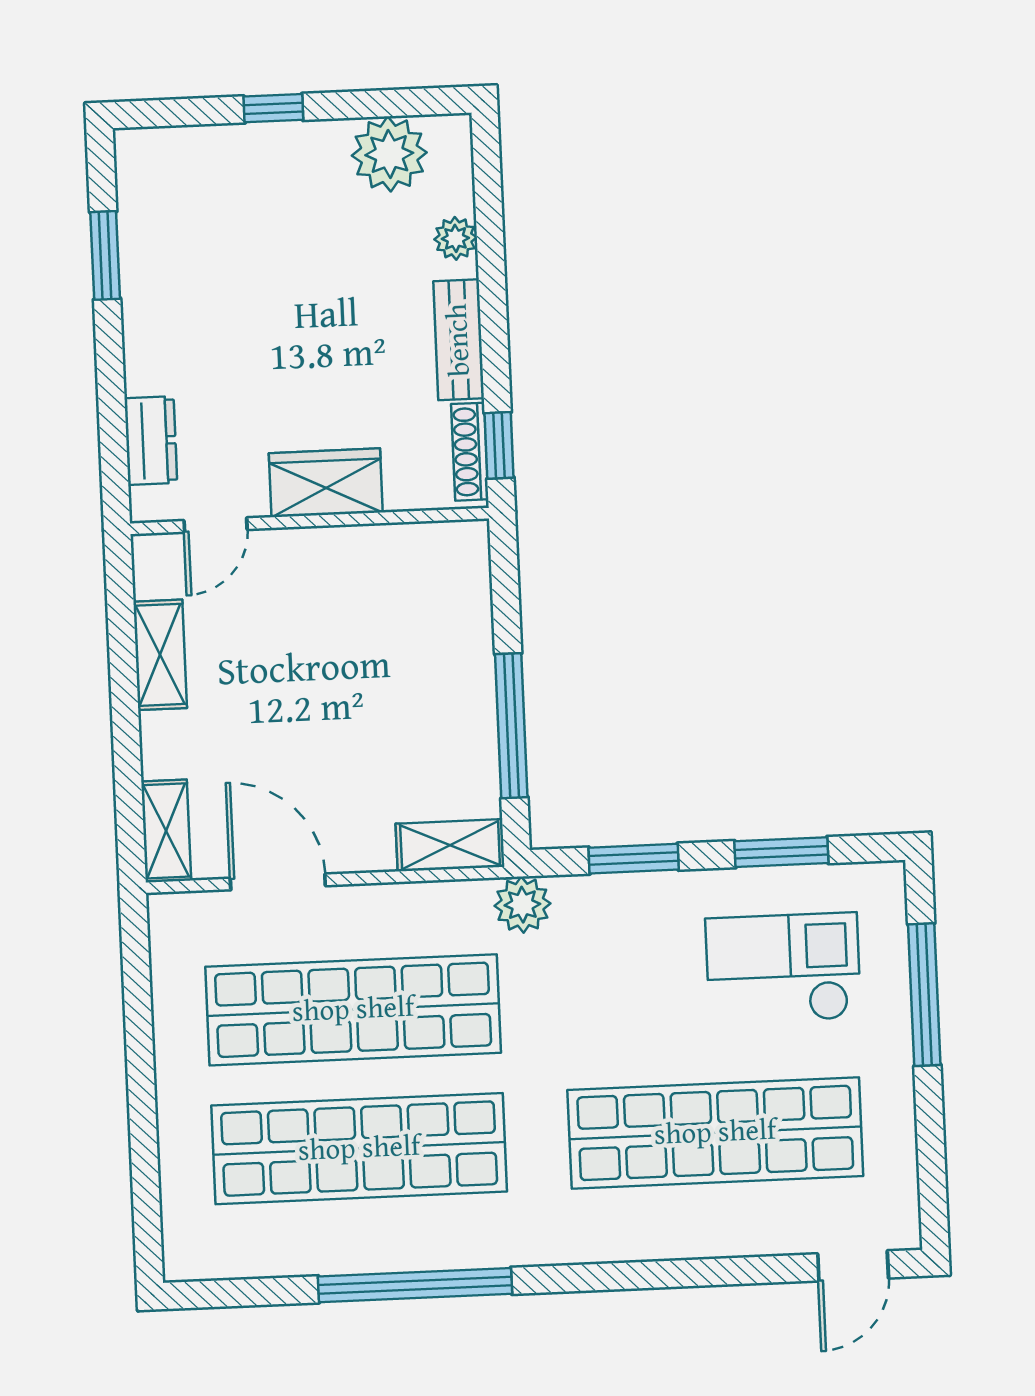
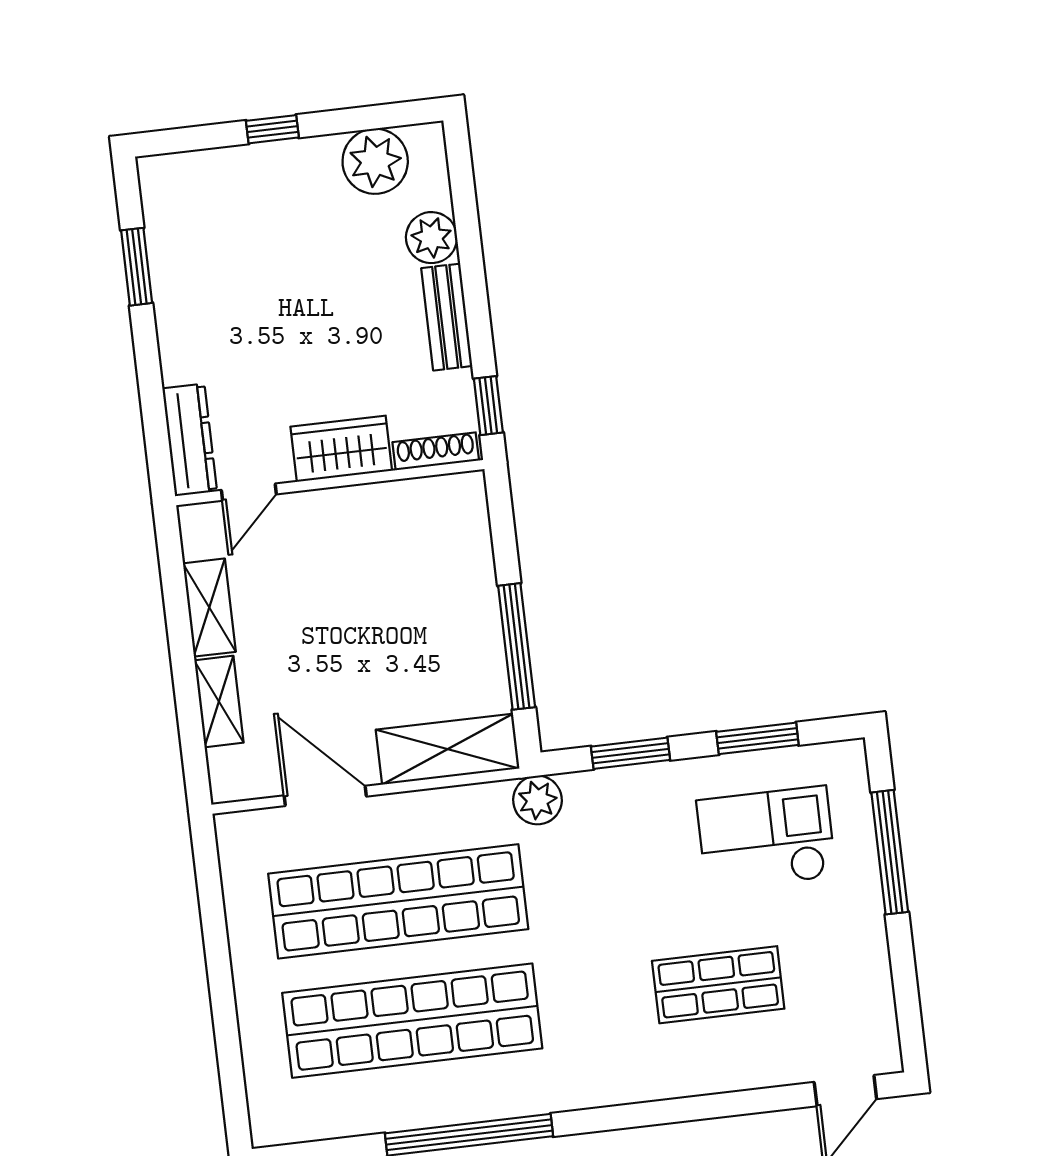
plant: (455, 238) -> (431, 238), width x1.38, depth x1.38
dresser: (151, 441) -> (190, 440), width x1.44
shoe rack: (470, 452) -> (436, 451), moved, turned 90
shelving: (166, 831) -> (219, 702), moved
shelving: (450, 845) -> (448, 749), width x1.50, depth x1.33
shop shelf: (715, 1133) -> (718, 985), width x0.50, depth x0.74

